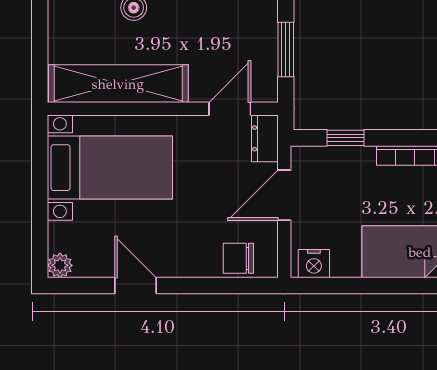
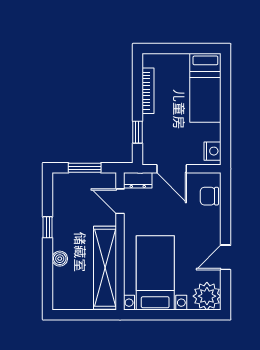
chair: (238, 258) -> (209, 196), turned 90
plant: (60, 265) -> (207, 296), width x1.88, depth x1.88

